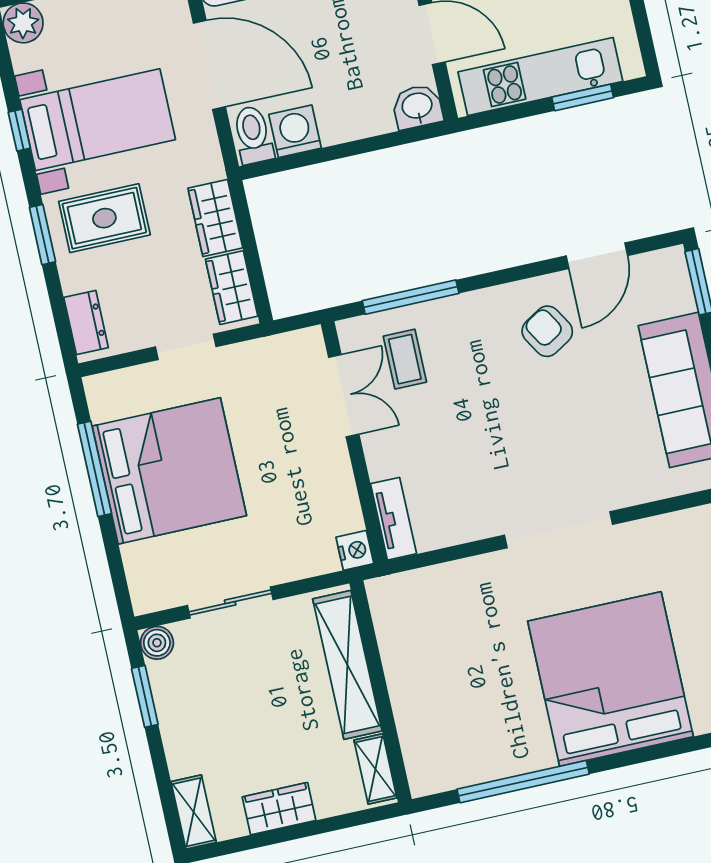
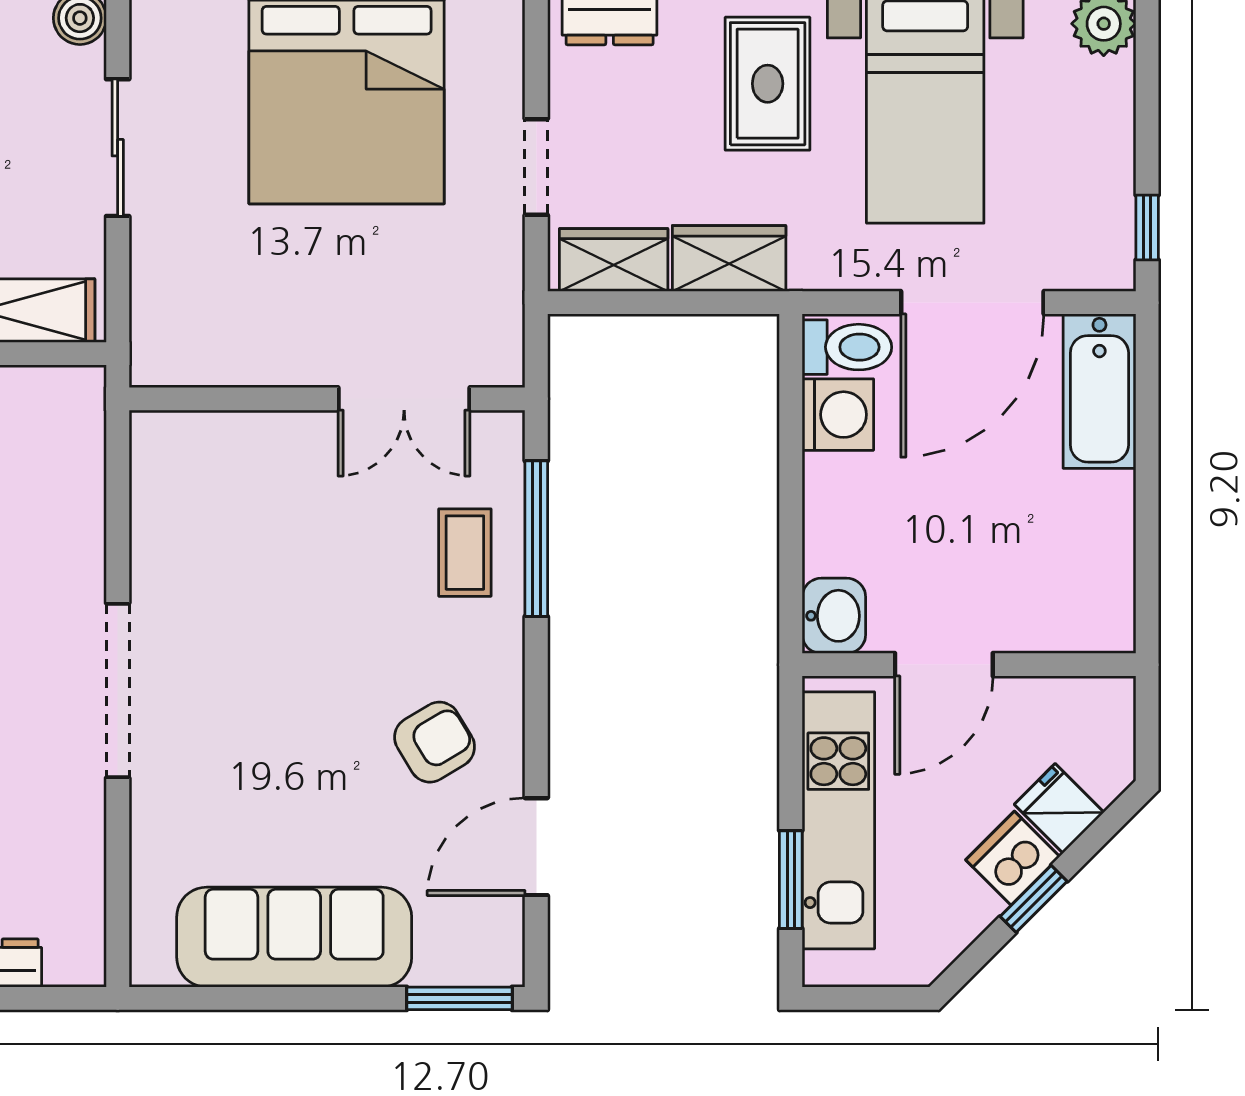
door: (597, 256) -> (536, 847), hinge flipped
coffee table: (405, 359) -> (465, 553), moved, turned 90
tv unit: (393, 519) -> (193, 434), removed
nightstand: (355, 550) -> (156, 362), removed

